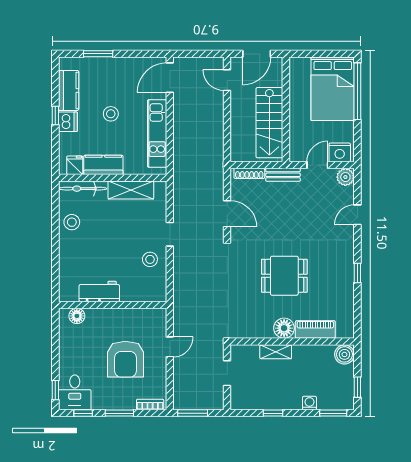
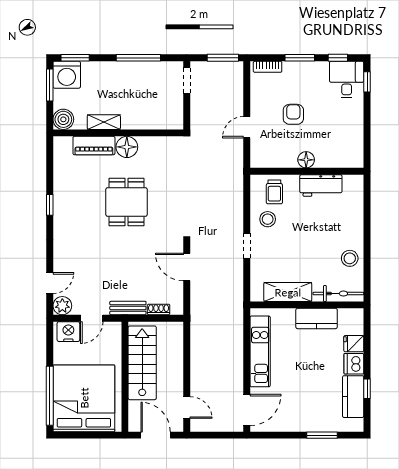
door: (257, 54) -> (156, 435), hinge flipped
bed: (333, 89) -> (84, 398), width x1.36
stool: (111, 114) -> (309, 372), removed
window: (55, 116) -> (367, 389), moved
fridge: (75, 165) -> (354, 344), moved, turned 90
shoe rack: (249, 173) -> (159, 309), width x0.70
door: (357, 215) -> (50, 283), moved
dining table: (284, 276) -> (127, 202), turned 90
trolley: (144, 285) -> (274, 192), added
floor lamp: (77, 316) -> (306, 160), moved
shelving: (276, 352) -> (104, 122), moved
armchair: (125, 359) -> (293, 114), width x0.53, depth x0.53
doorway: (227, 373) -> (187, 80), moved
window: (357, 387) -> (50, 85), width x1.50
washing machine: (309, 403) -> (67, 75), moved, width x1.89, depth x1.89
window: (273, 413) -> (138, 58), width x2.17

